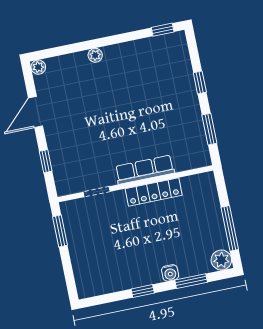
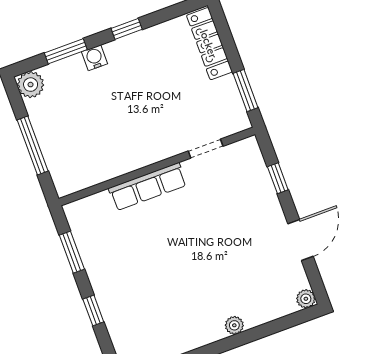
locker: (154, 192) -> (209, 44), moved, turned -90
window: (230, 228) -> (33, 146), moved

